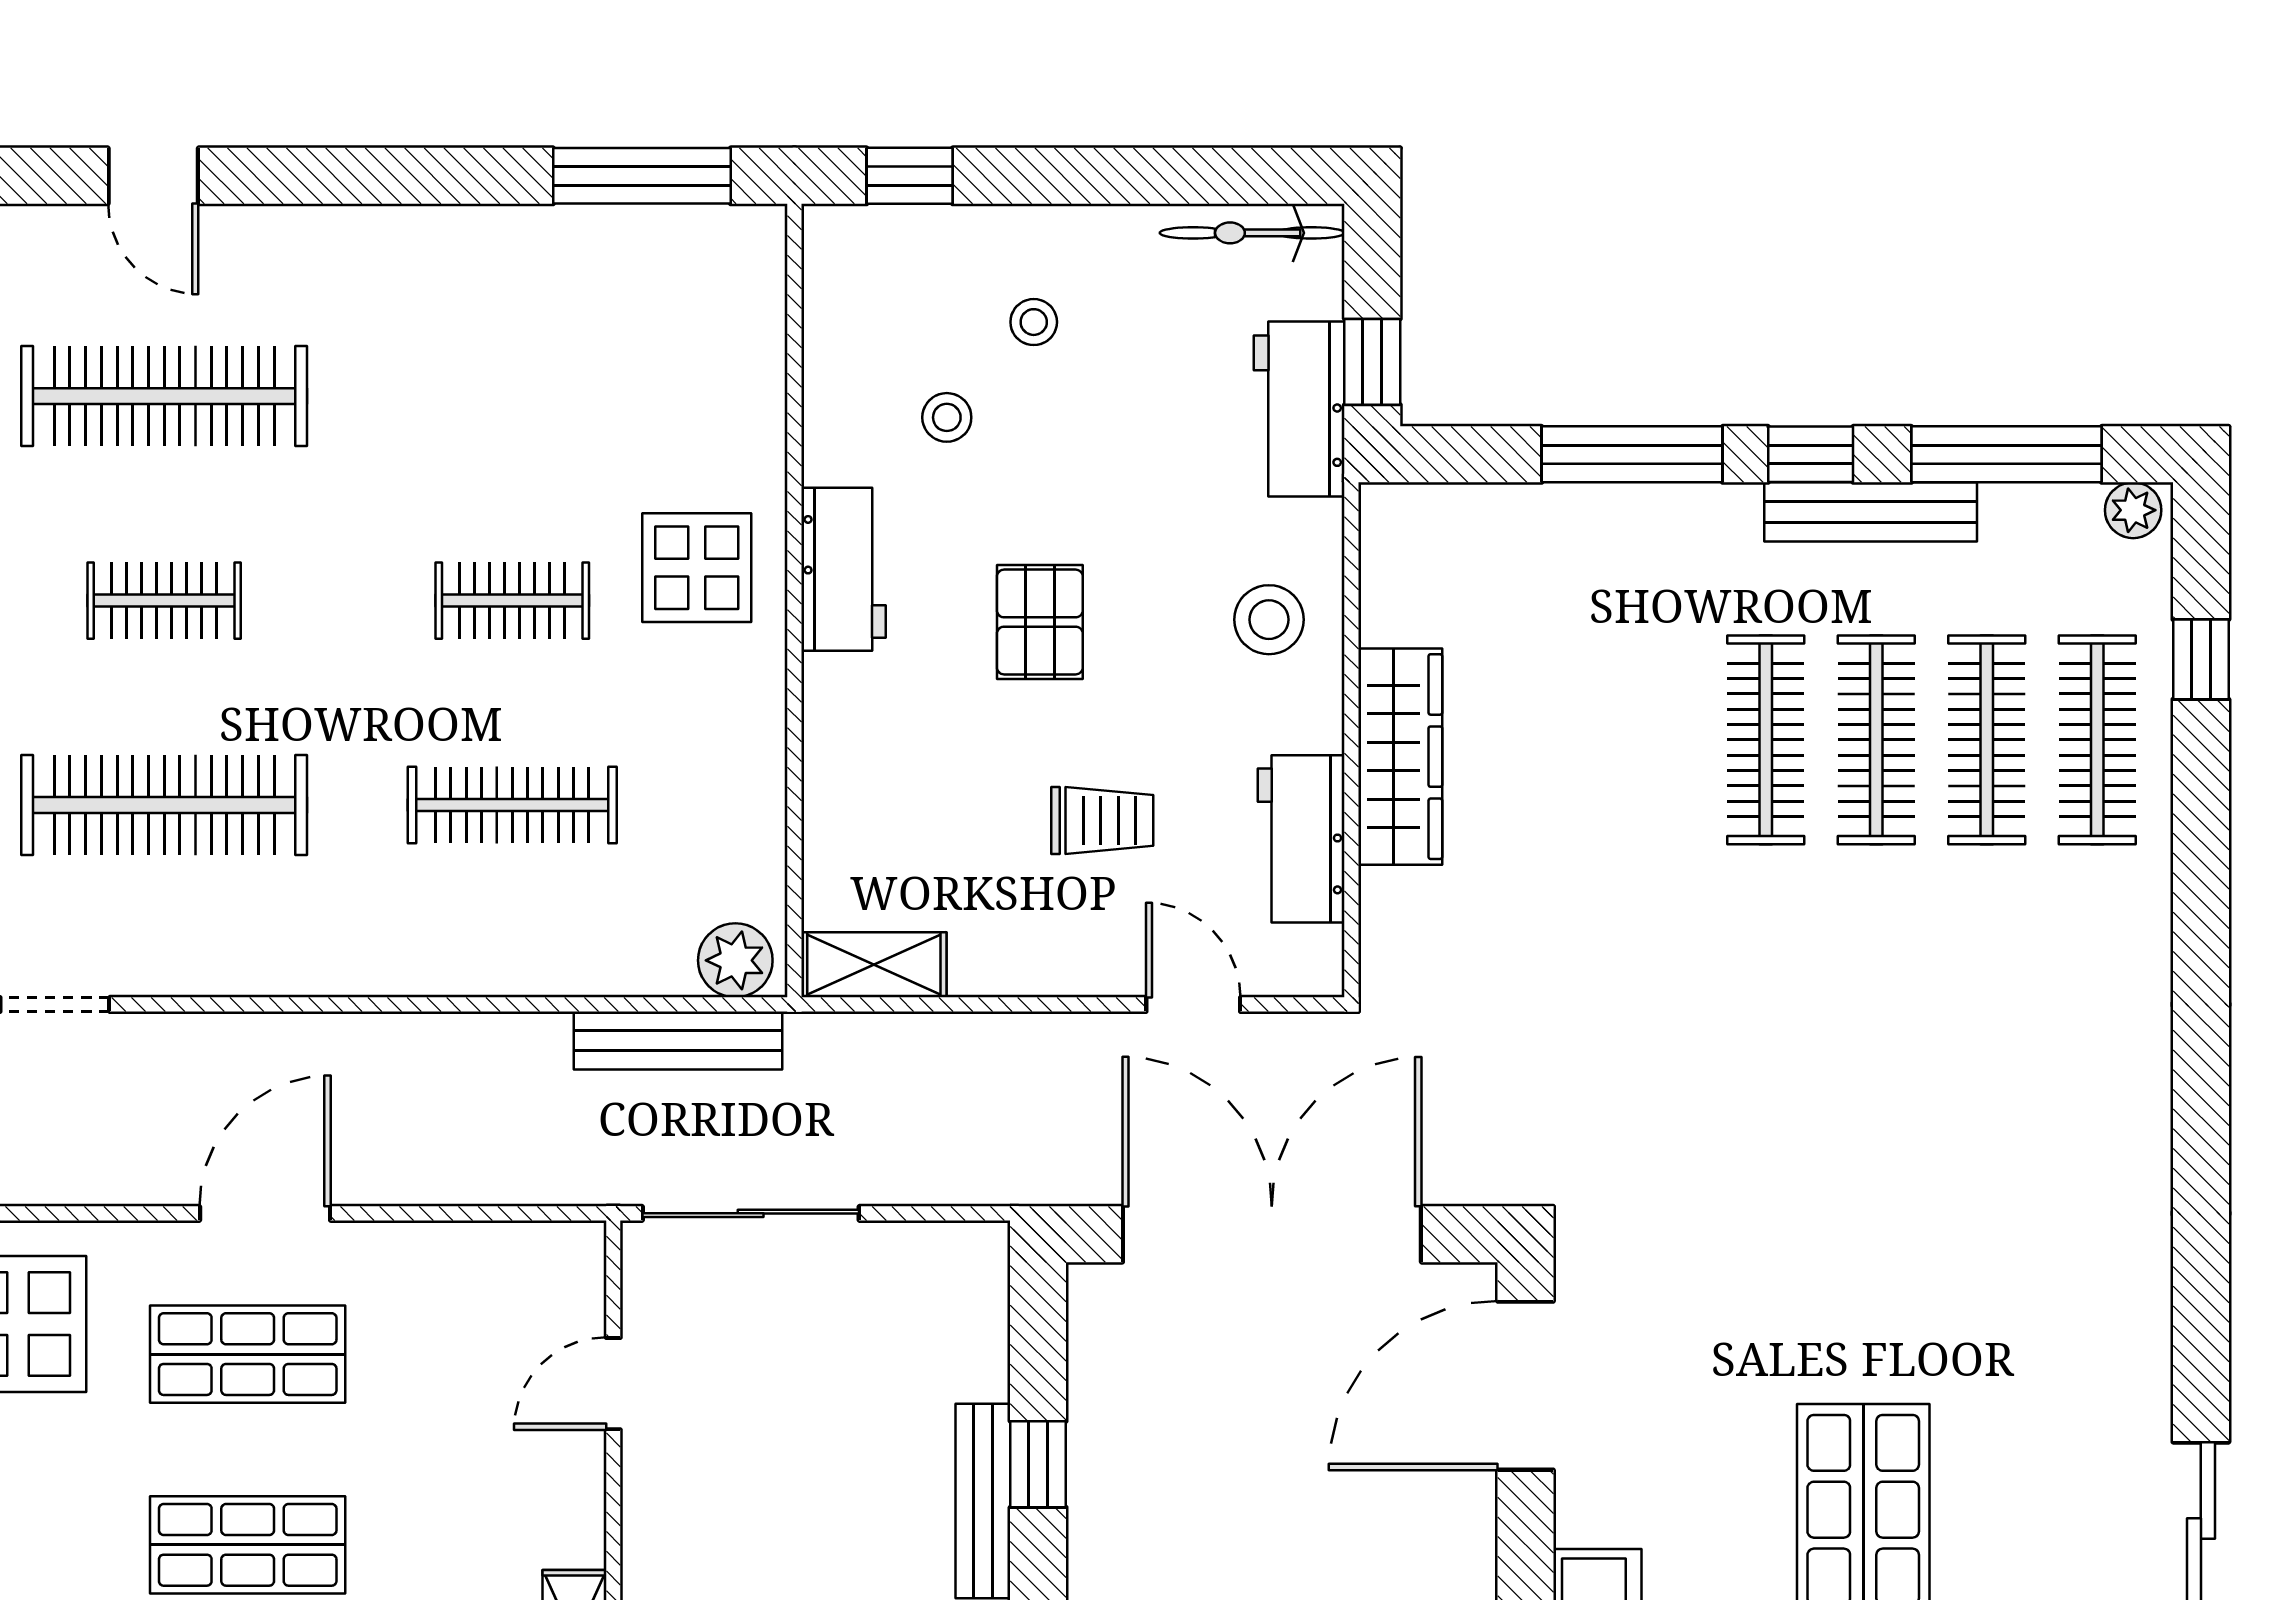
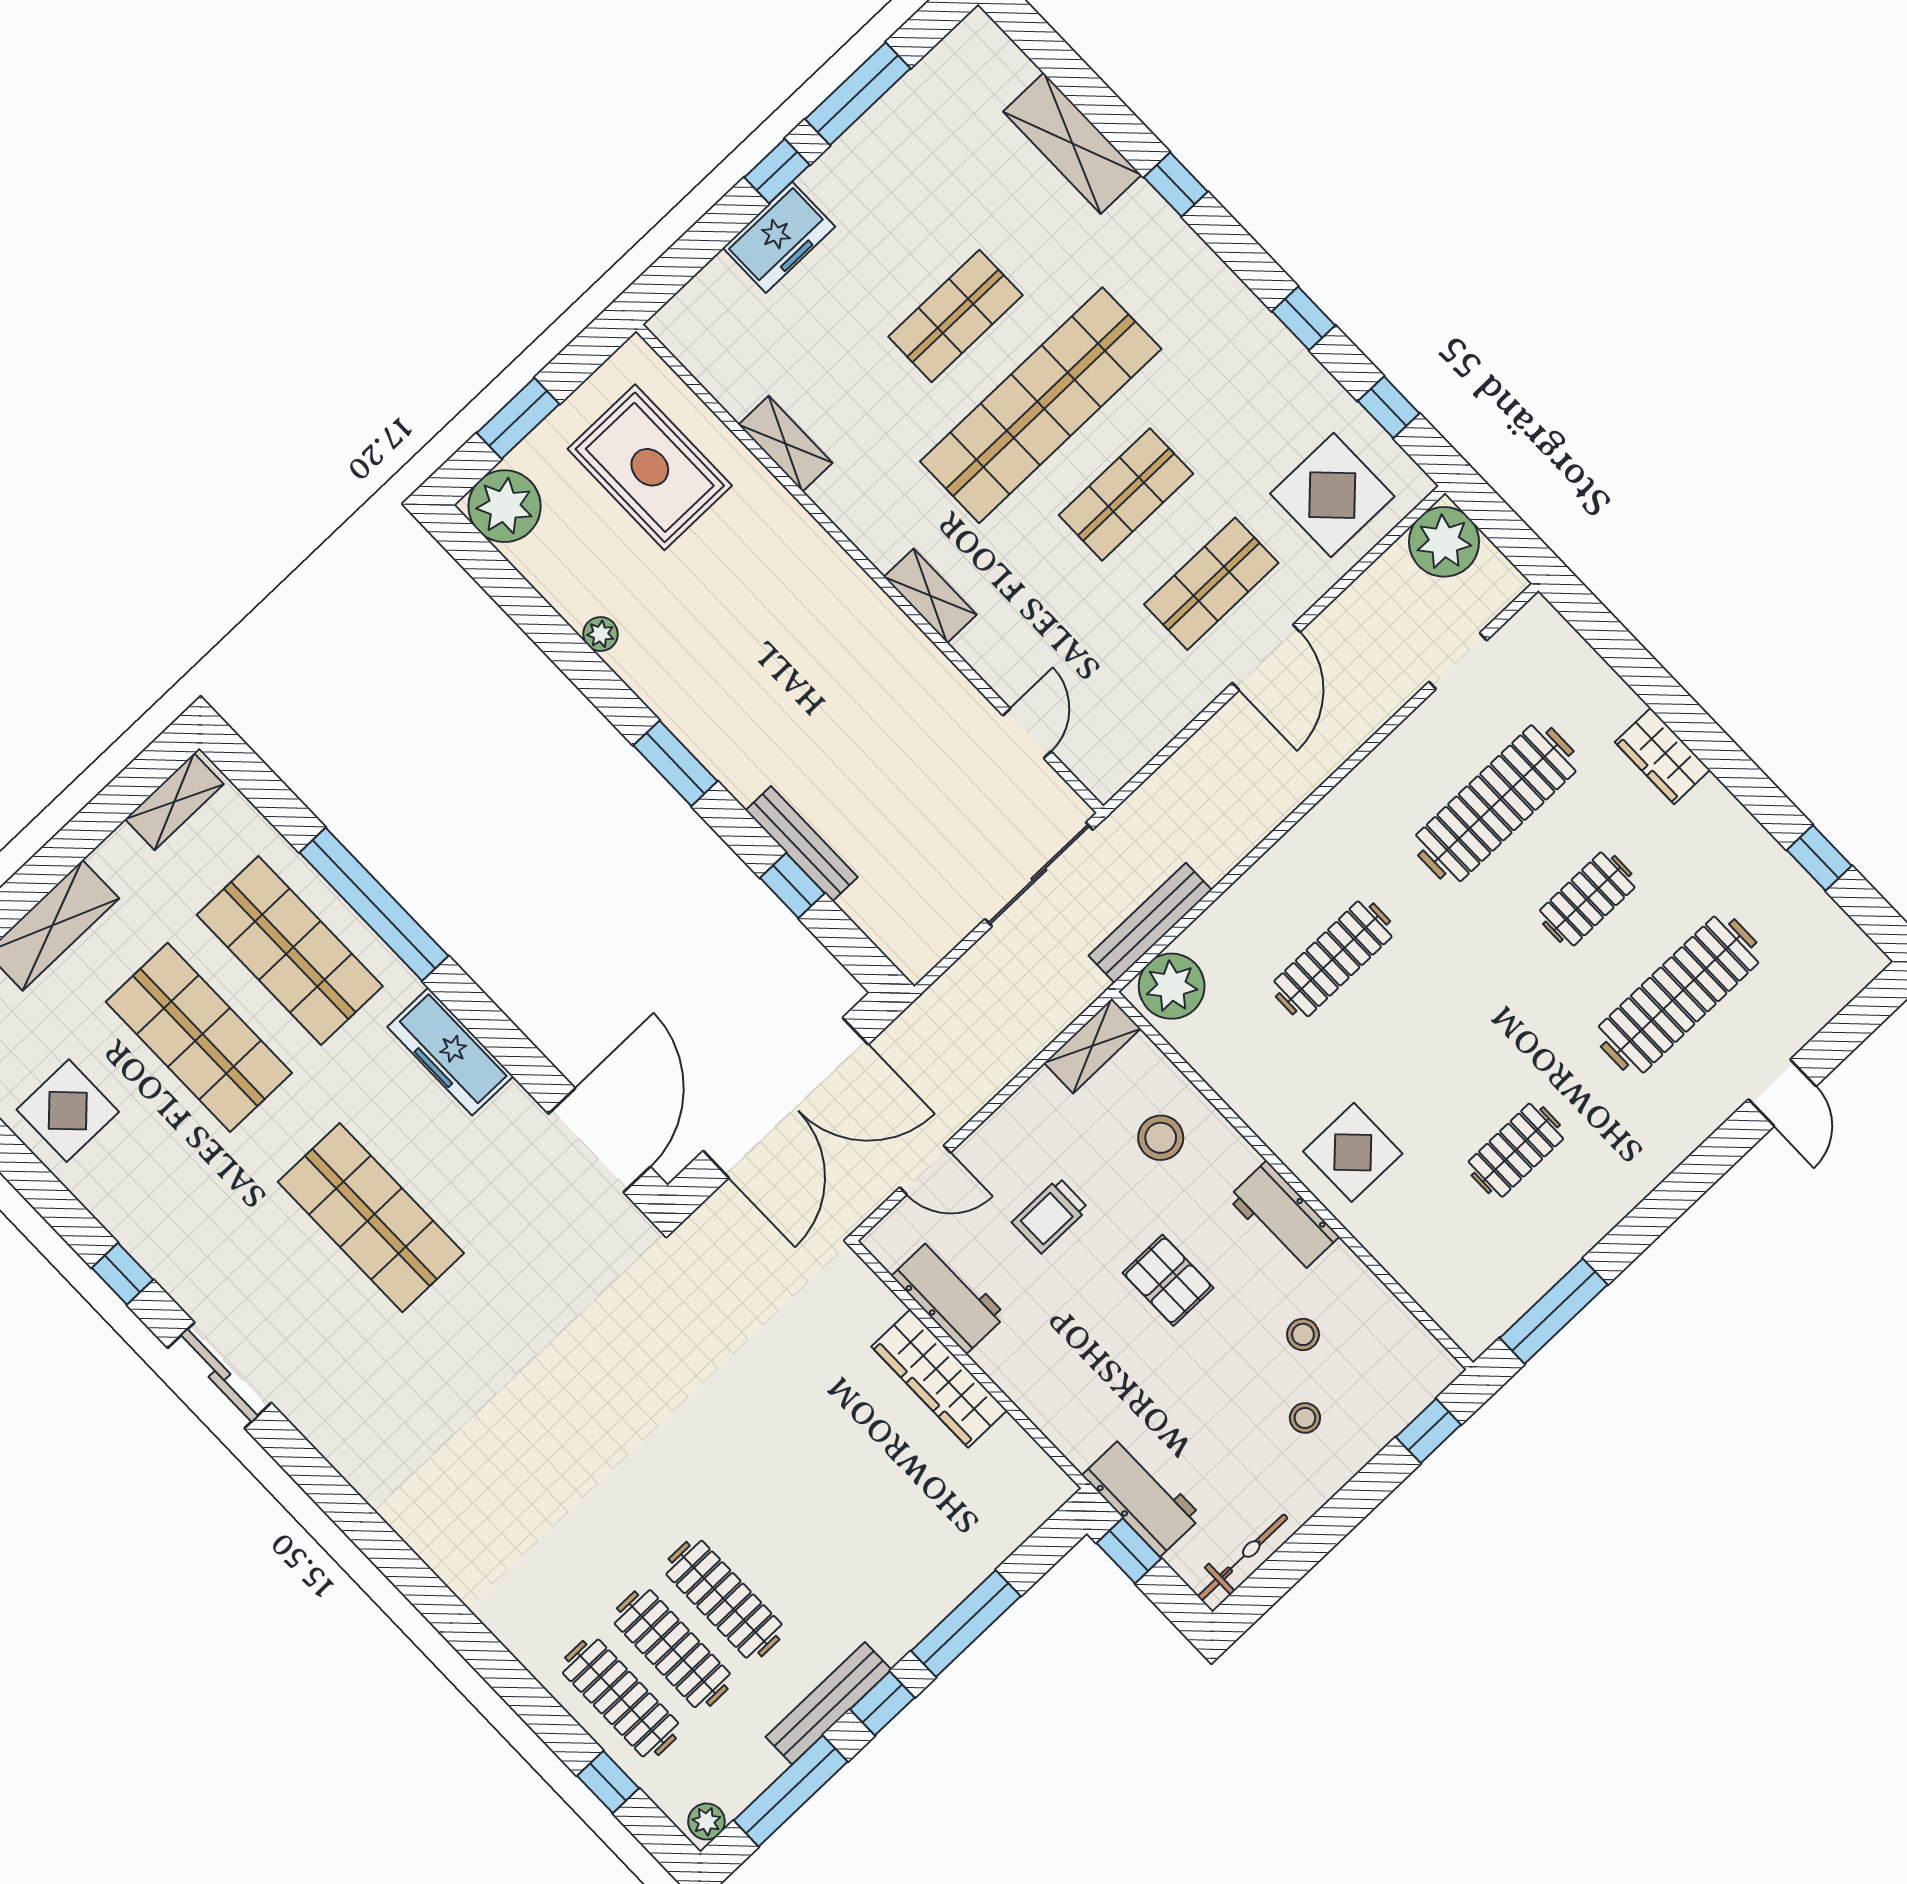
door: (153, 176) -> (1782, 1093), swing flipped
clothes rail: (512, 601) -> (1516, 1150), moved
stool: (1269, 620) -> (1161, 1138), moved
clothes rail: (1766, 740) -> (776, 1550), removed
plant: (735, 960) -> (1172, 986), width x1.36, depth x1.36

